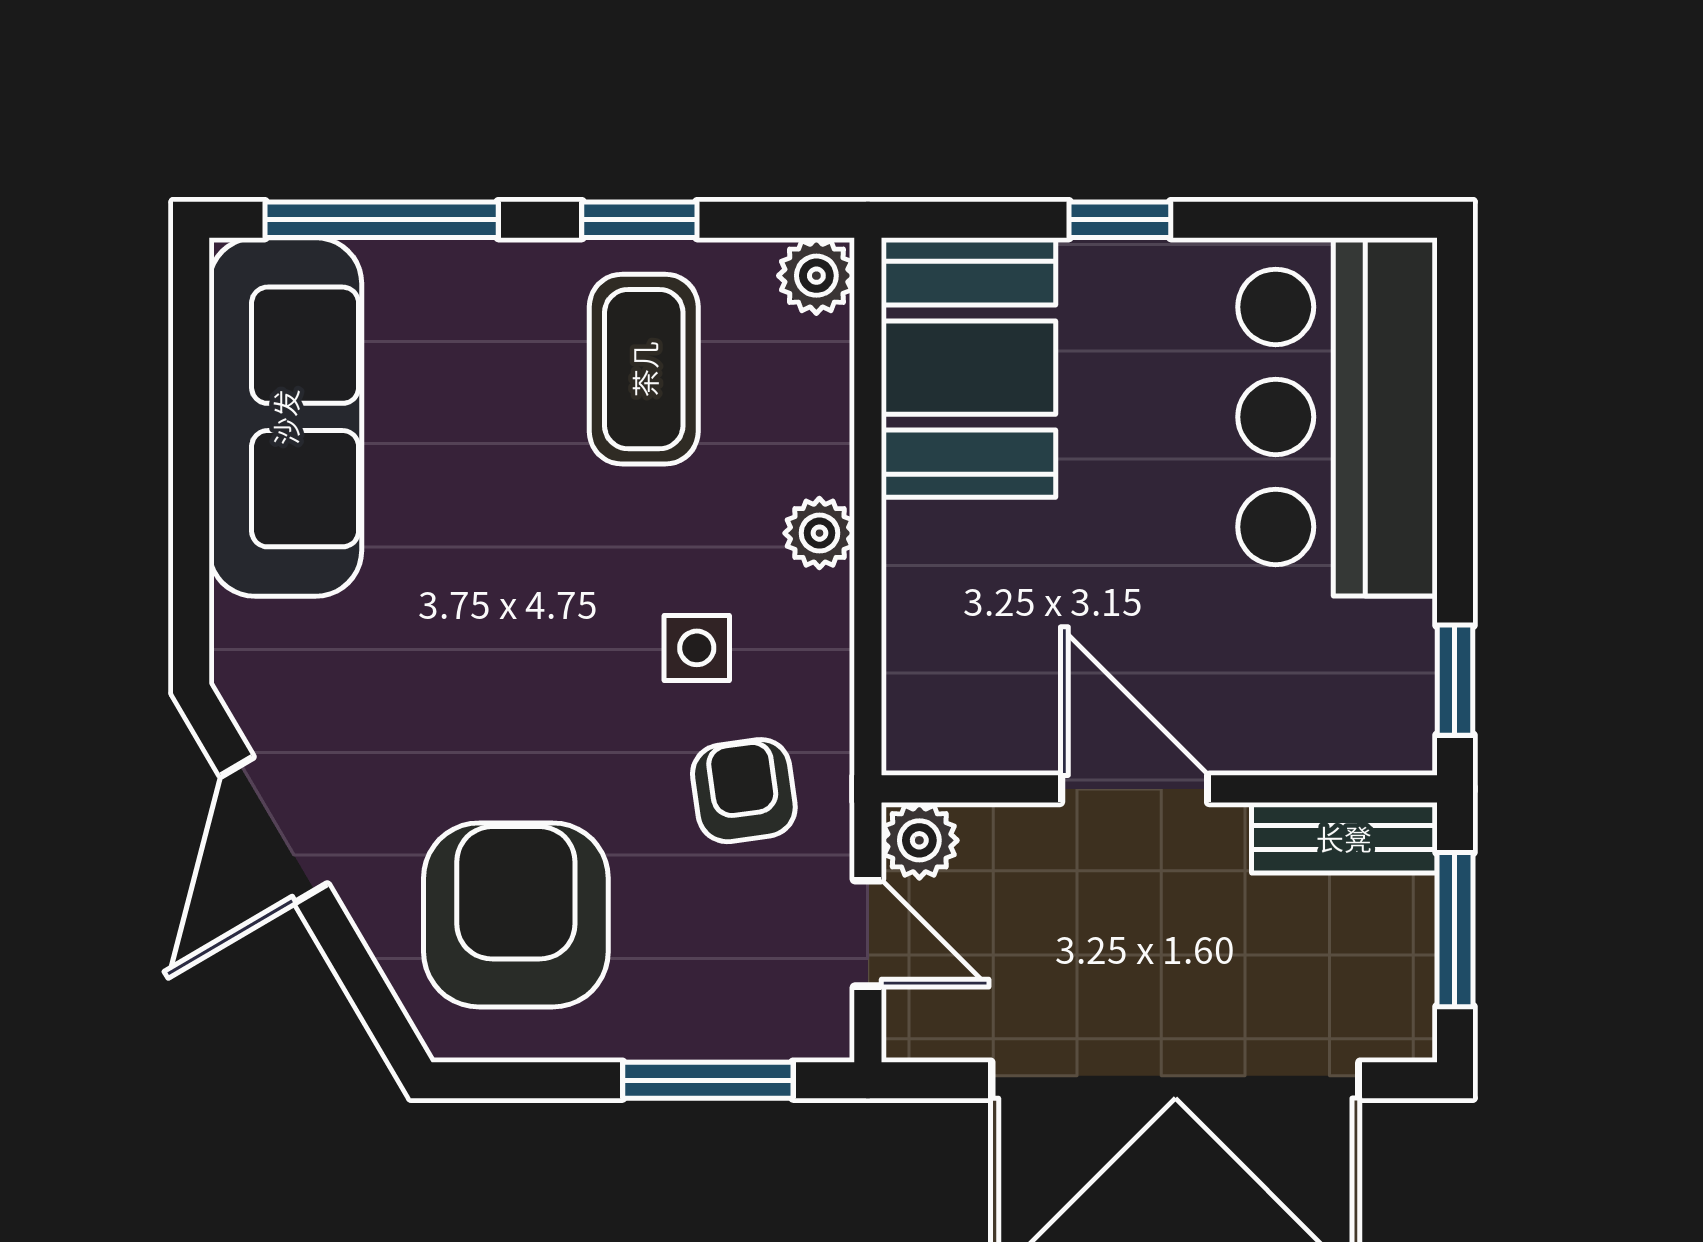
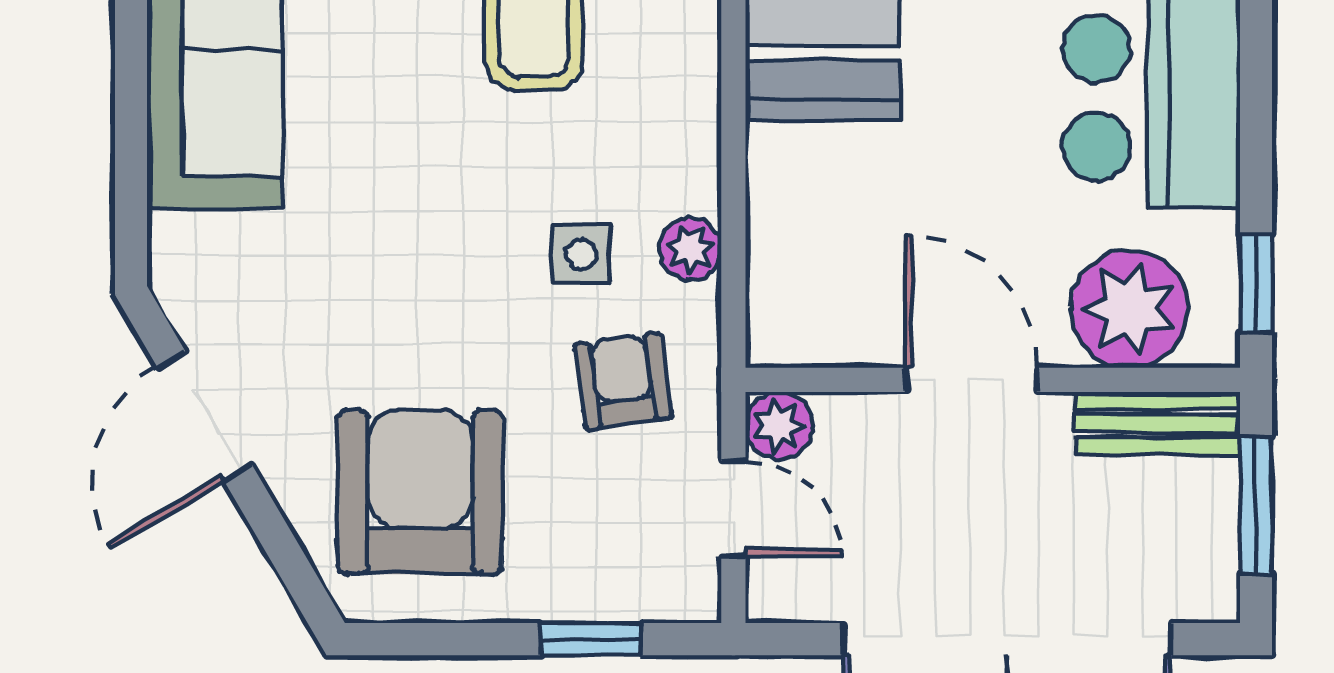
plant: (819, 533) -> (690, 249), moved
plant: (1313, 709) -> (1130, 309), added
window: (708, 1080) -> (591, 639), width x0.67

